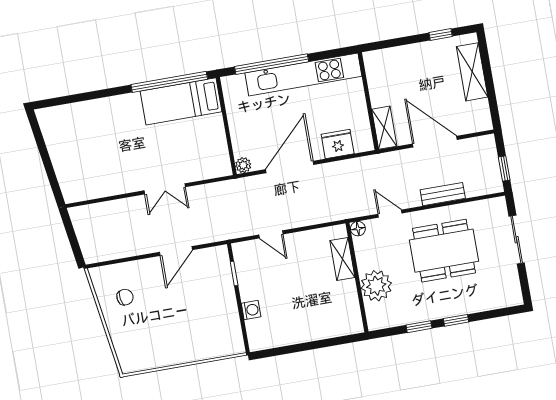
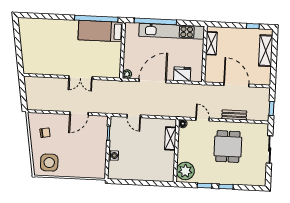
shelving: (384, 128) -> (211, 43), moved
dining table: (444, 251) -> (228, 147), width x0.73
plant: (376, 286) -> (185, 171), moved
side table: (144, 347) -> (49, 163), added

